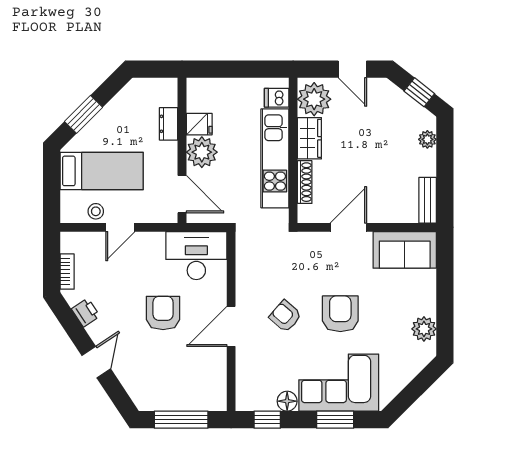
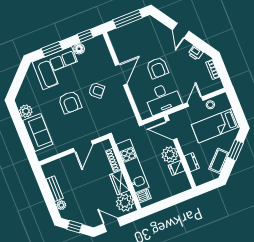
cot: (120, 107) -> (219, 161), added
bench: (428, 200) -> (55, 189), moved
sofa: (405, 250) -> (38, 132), moved, turned 90
desk: (196, 256) -> (163, 98), moved

